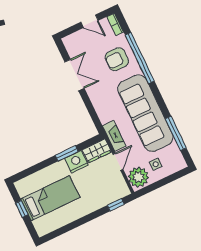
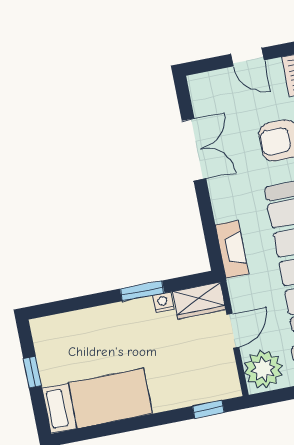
fireplace: (114, 136) -> (232, 249), moved
nightstand: (76, 162) -> (163, 302), width x0.53, depth x0.56
bed: (50, 198) -> (97, 401), moved

